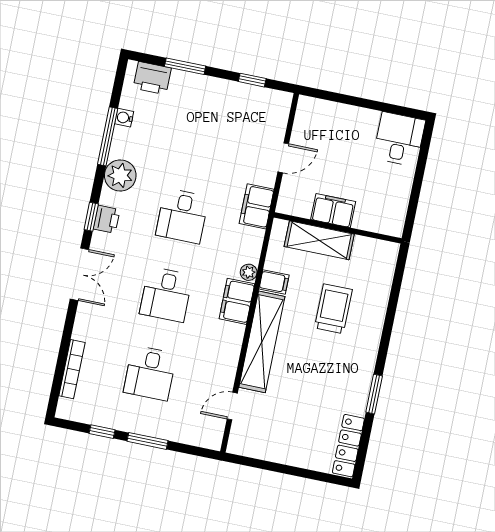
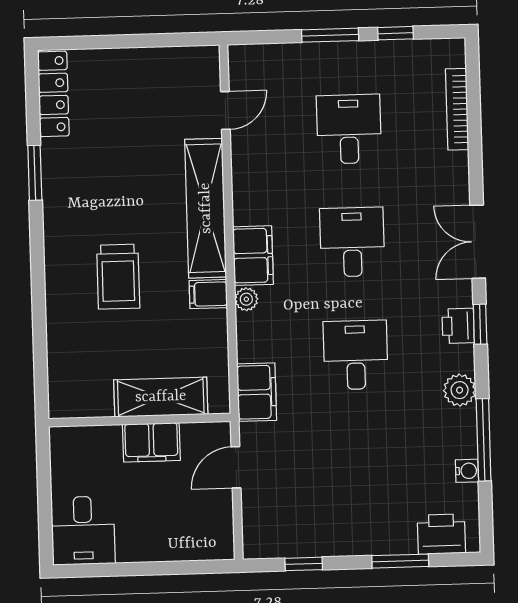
plant: (120, 175) -> (460, 390), width x0.73, depth x0.73
filing cabinet: (333, 211) -> (151, 442), moved
wall: (338, 228) -> (140, 420), moved
shelving: (319, 240) -> (161, 397), moved

